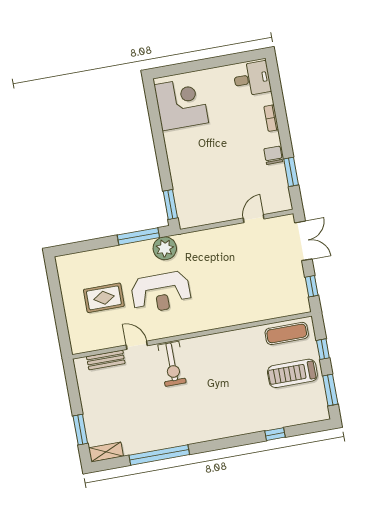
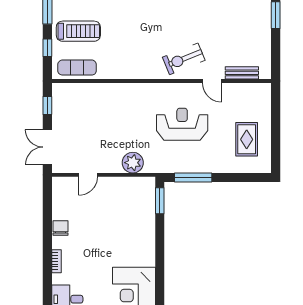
chair: (273, 155) -> (61, 228), turned 180
window: (291, 172) -> (47, 210), removed
plant: (165, 248) -> (133, 163), moved
rug: (104, 298) -> (247, 139), moved, turned 90
exercise bike: (172, 364) -> (184, 59), turned -112

